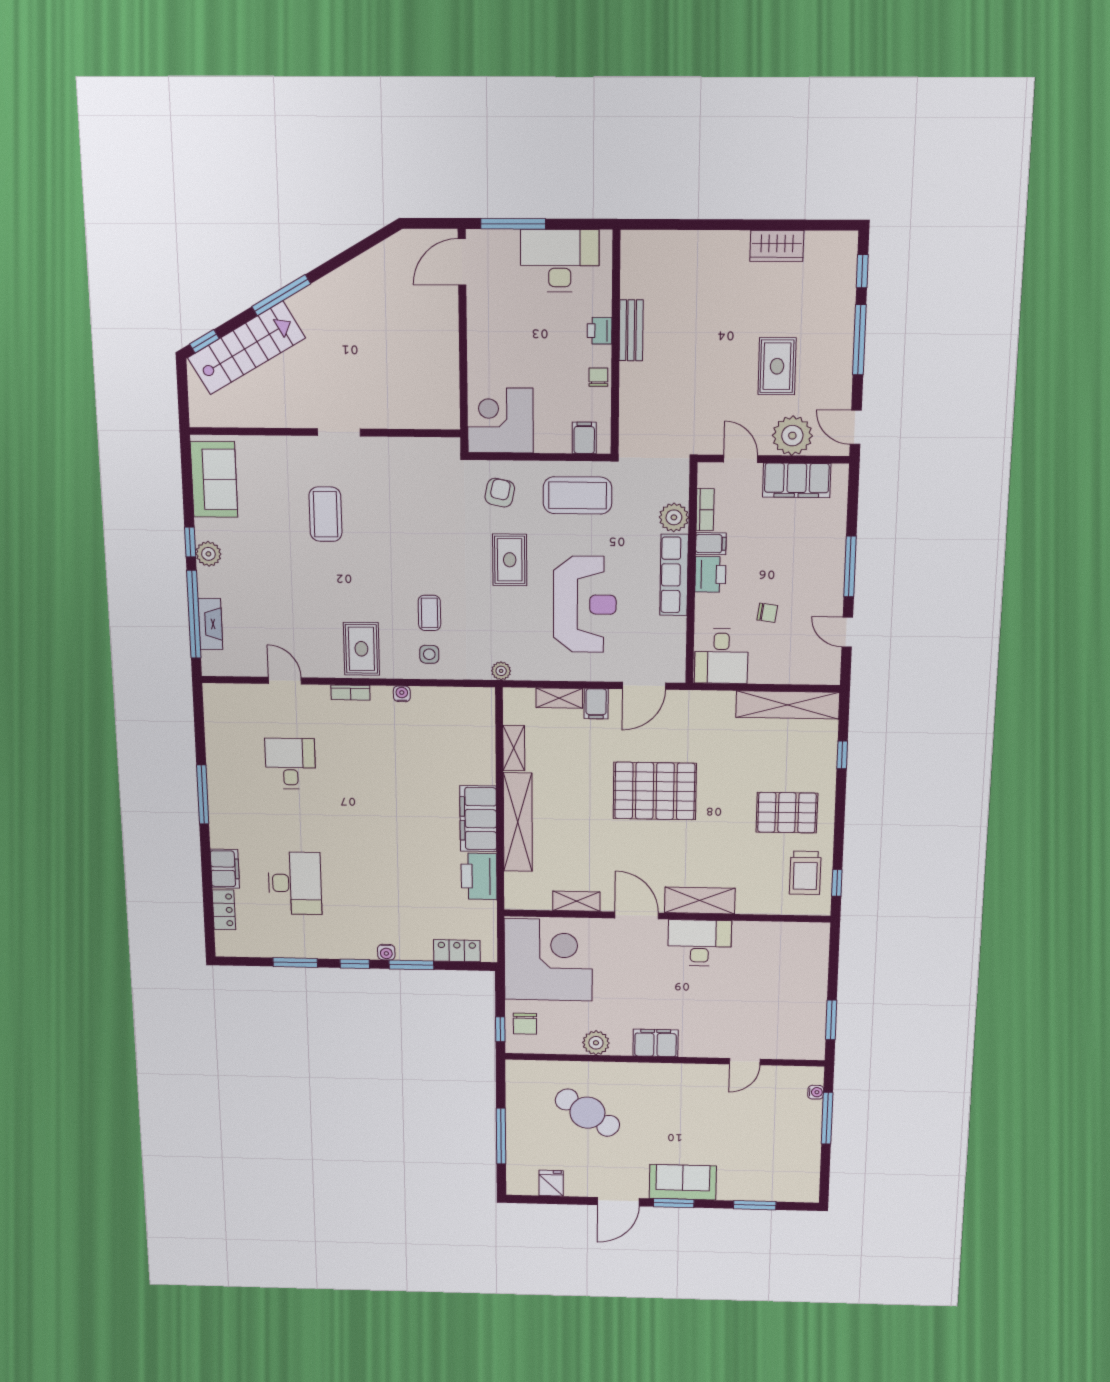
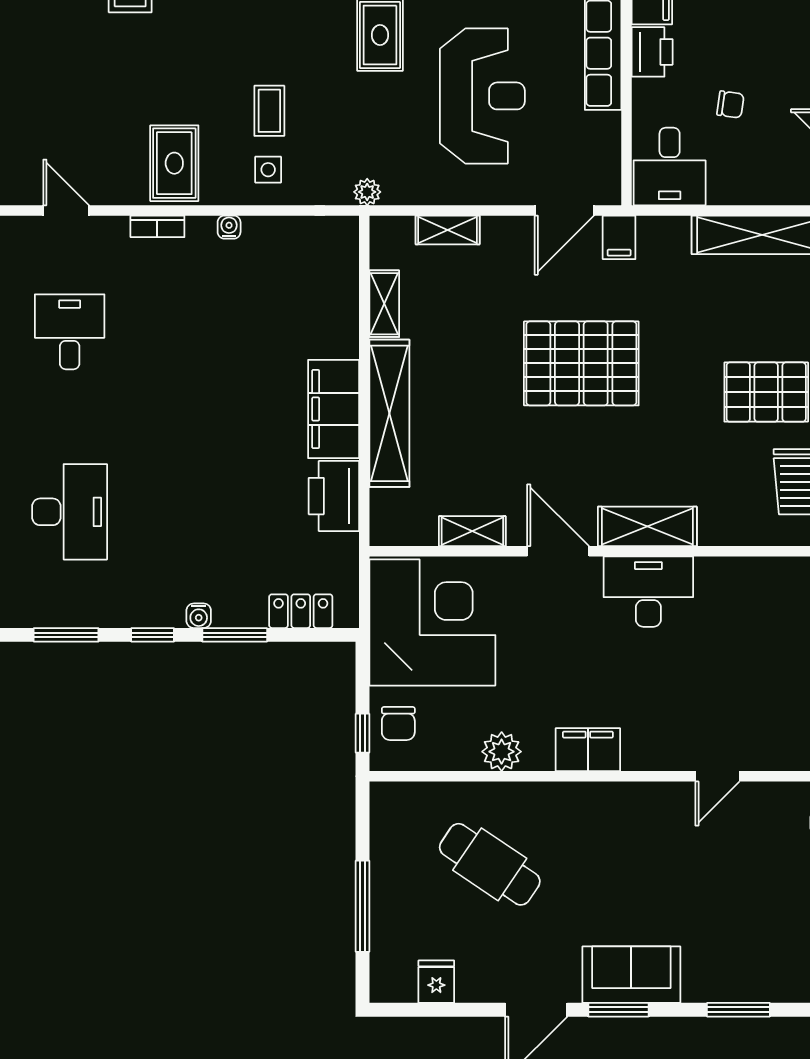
filing cabinet: (596, 704) -> (619, 237), moved

